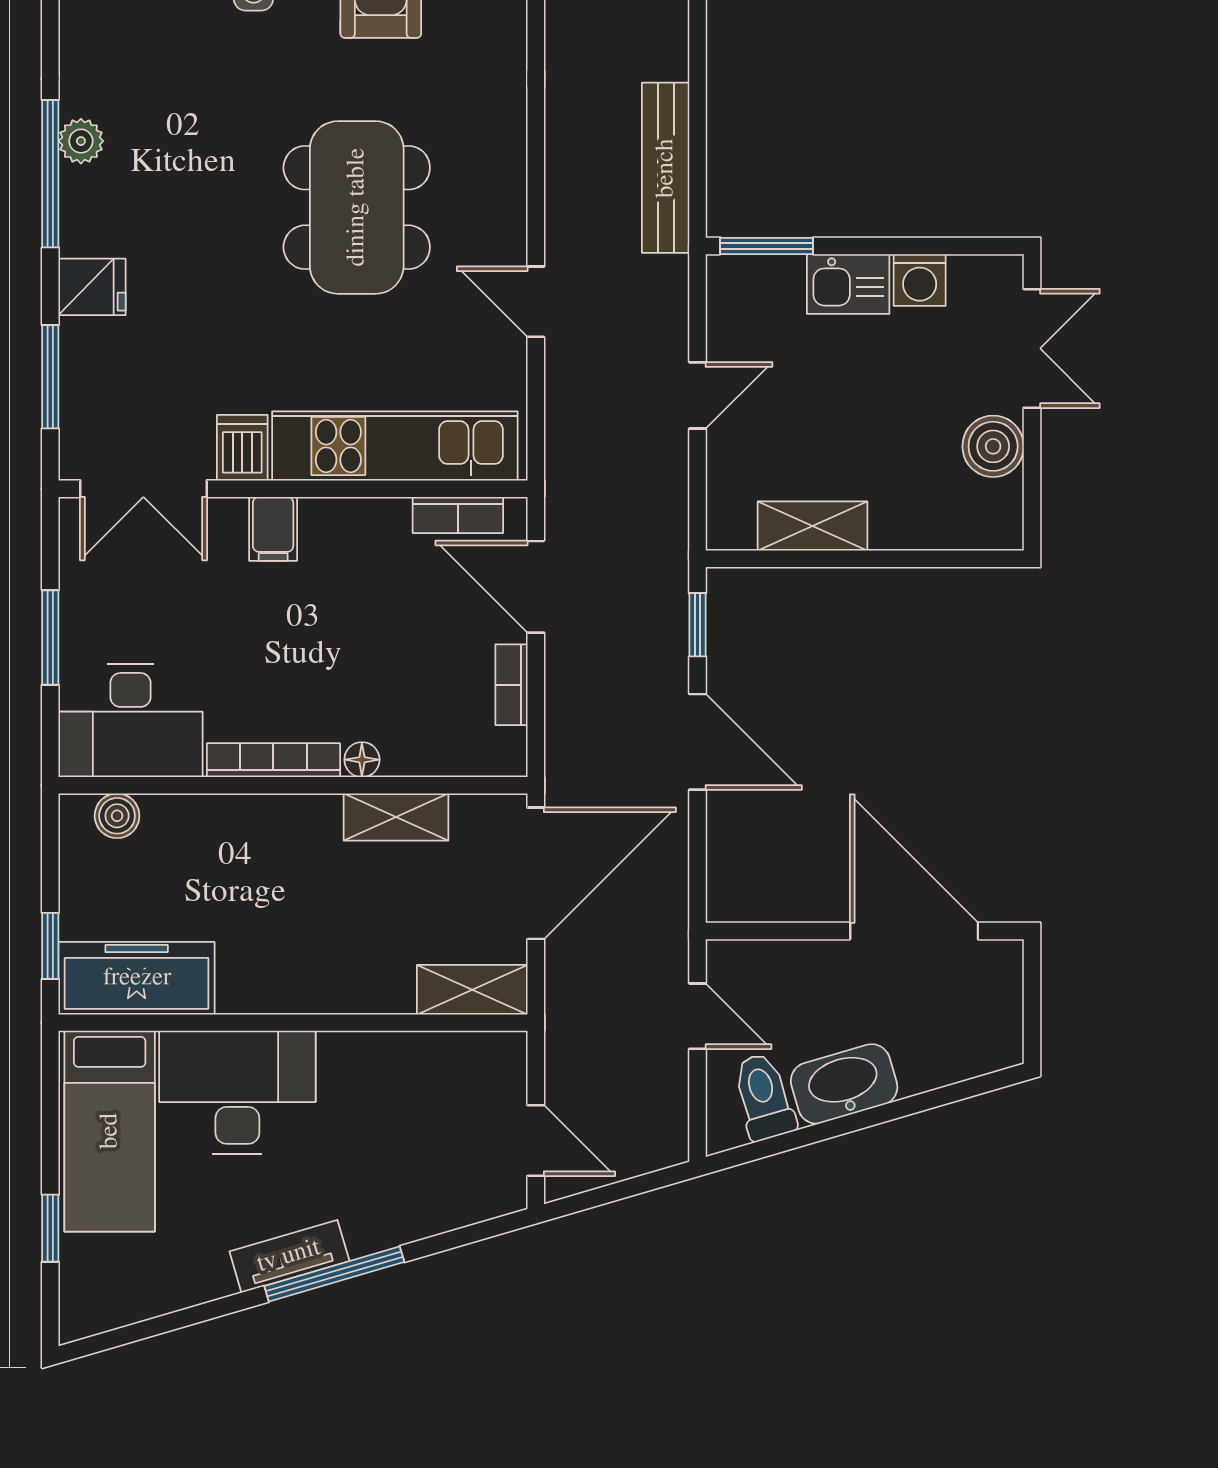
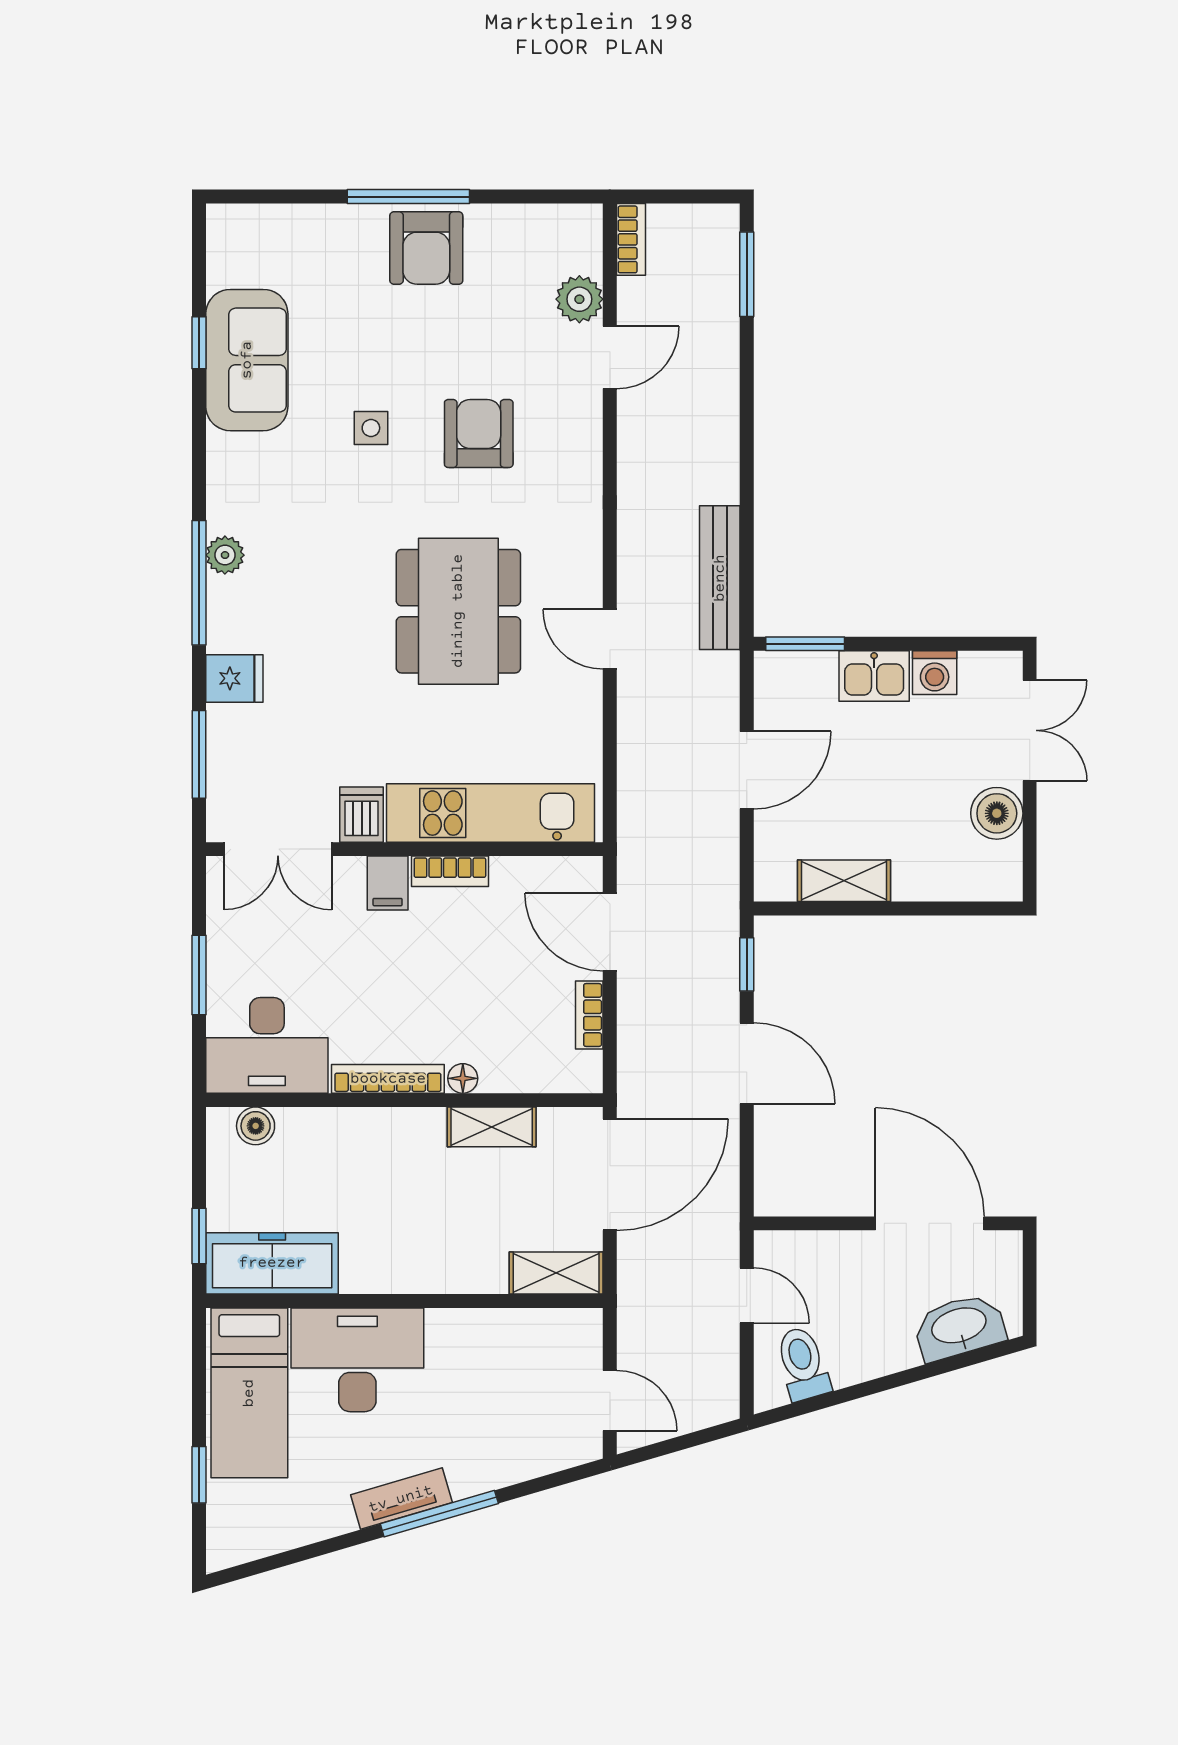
door: (536, 302) -> (610, 639), moved
door: (698, 395) -> (747, 770), width x1.38
bookcase: (458, 515) -> (450, 871), moved
washbasin: (844, 1084) -> (959, 1327), moved

